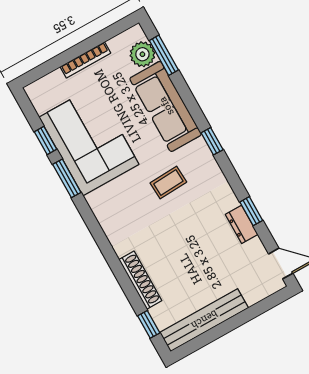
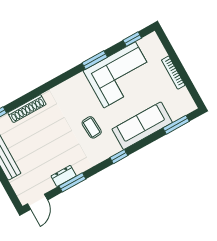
plant: (142, 54) -> (177, 110), removed
window: (46, 140) -> (132, 39), moved
window: (251, 211) -> (72, 182), width x1.50

